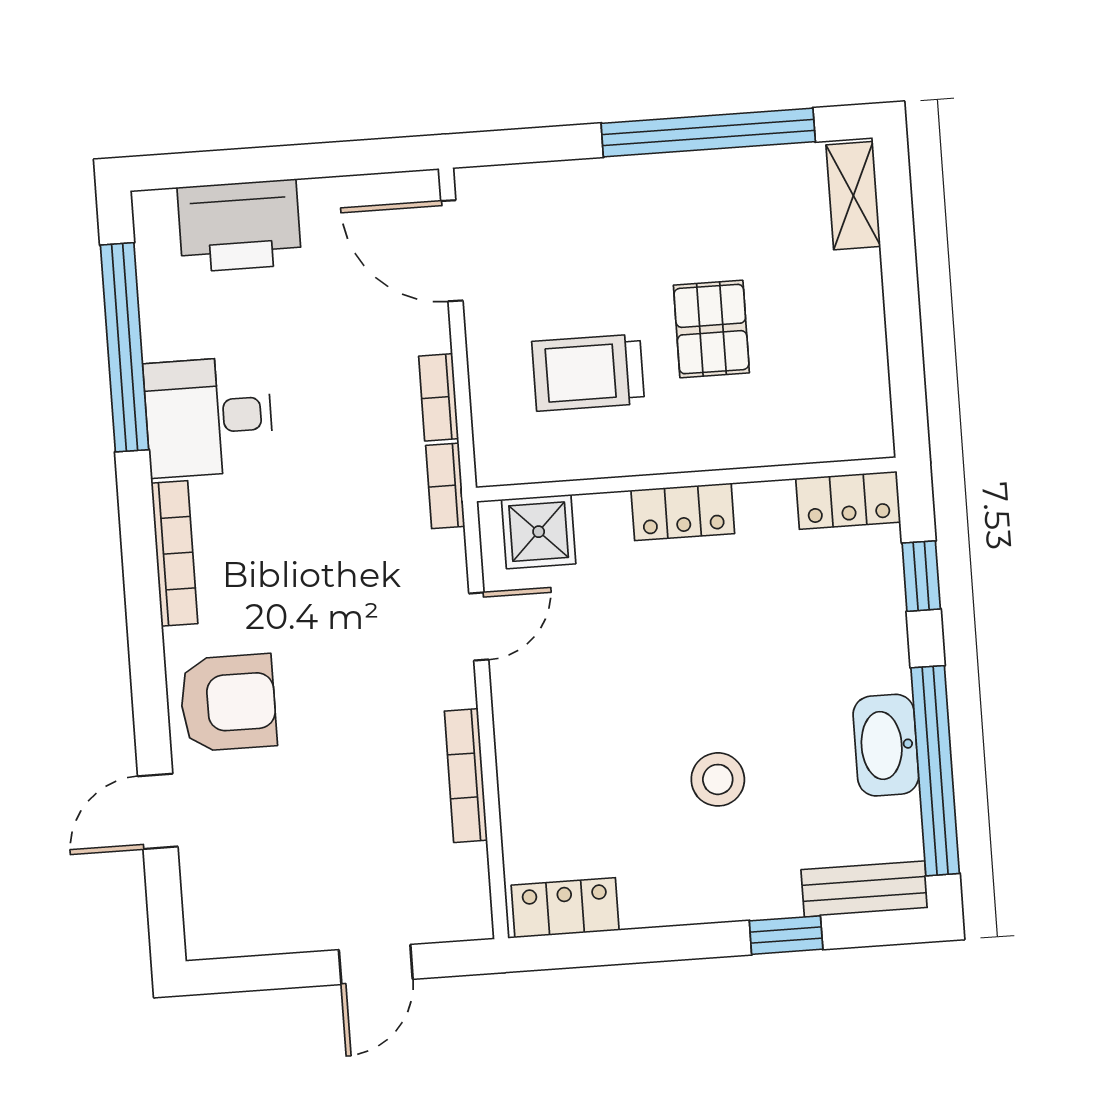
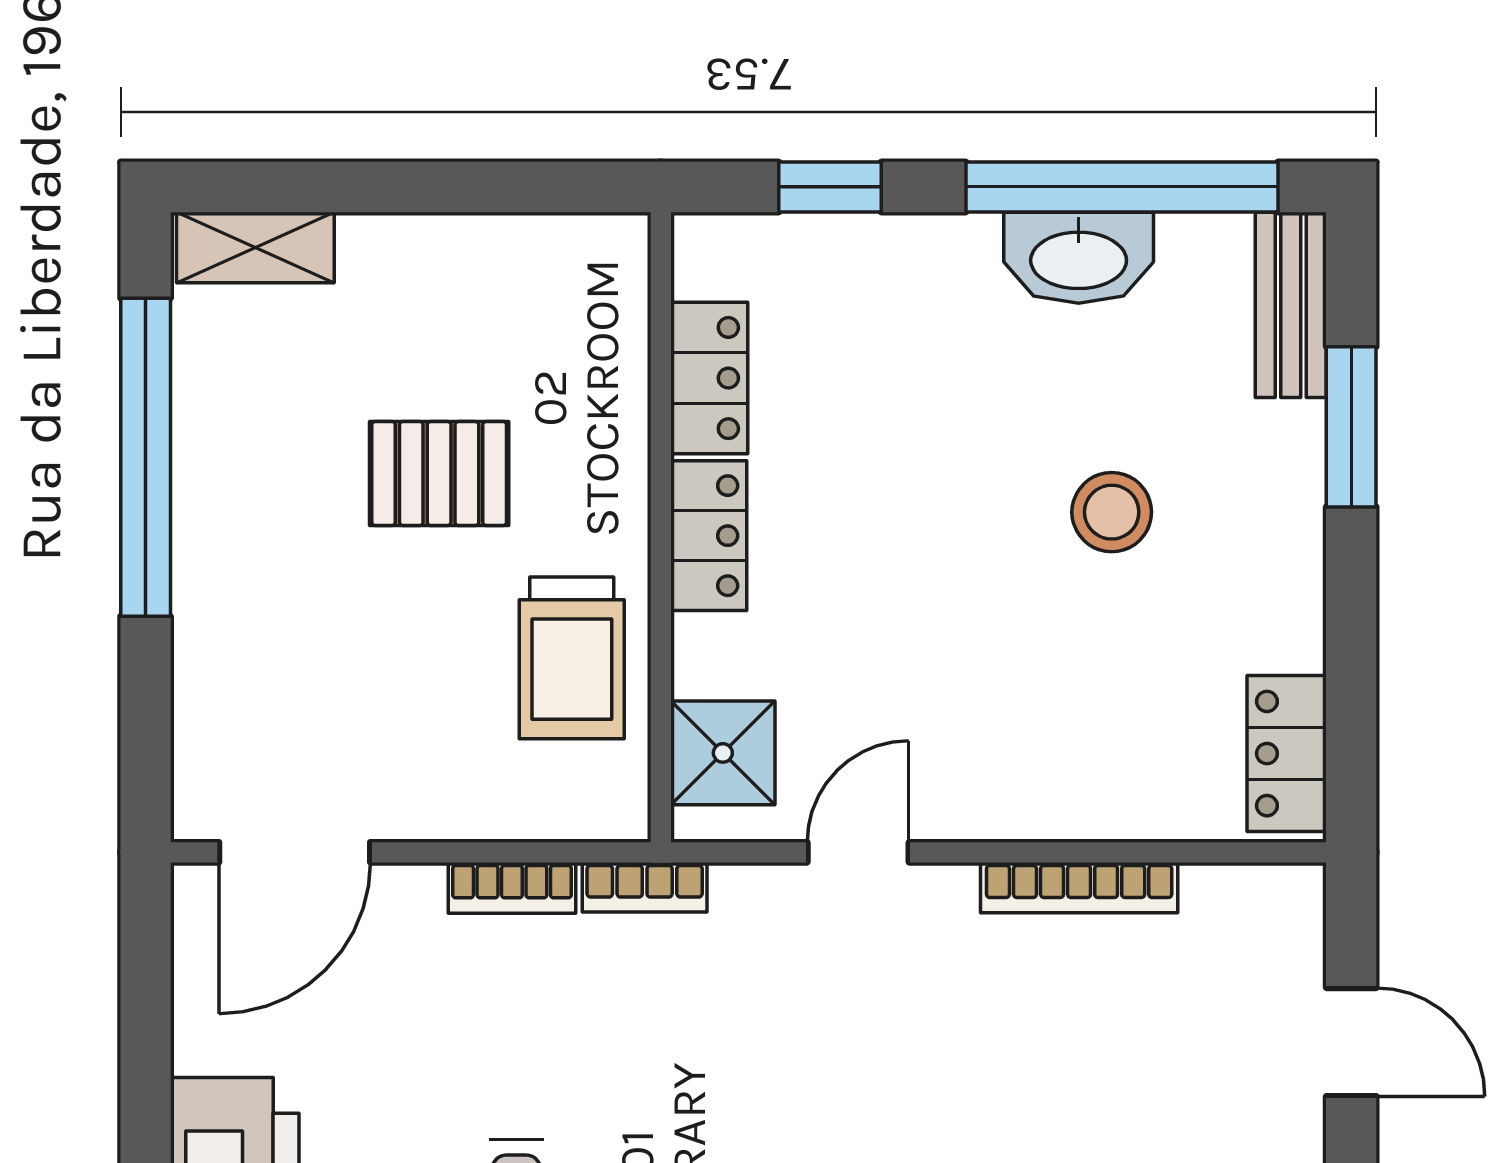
trolley: (588, 373) -> (572, 658), moved
locker: (848, 500) -> (709, 378), moved
door: (479, 627) -> (858, 852), hinge flipped
window: (786, 935) -> (1351, 427), width x1.50

